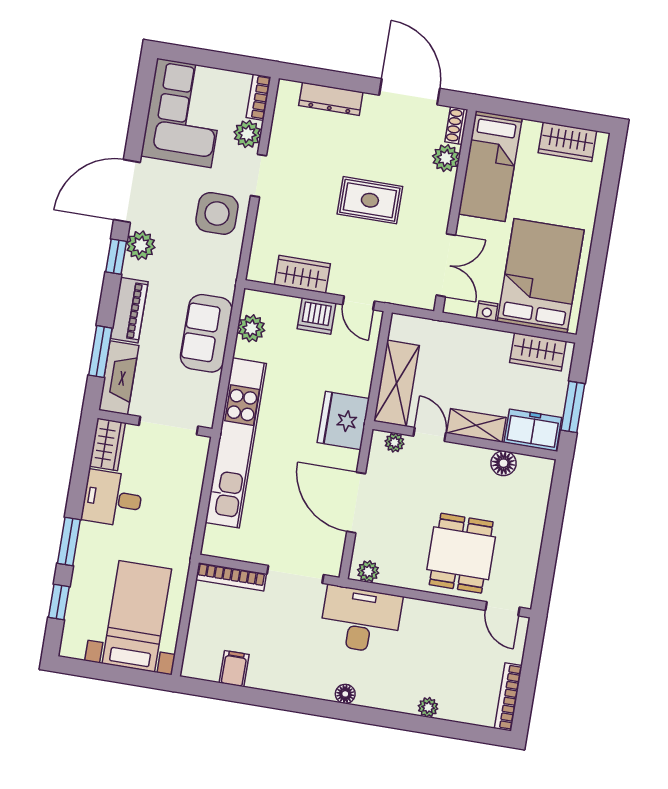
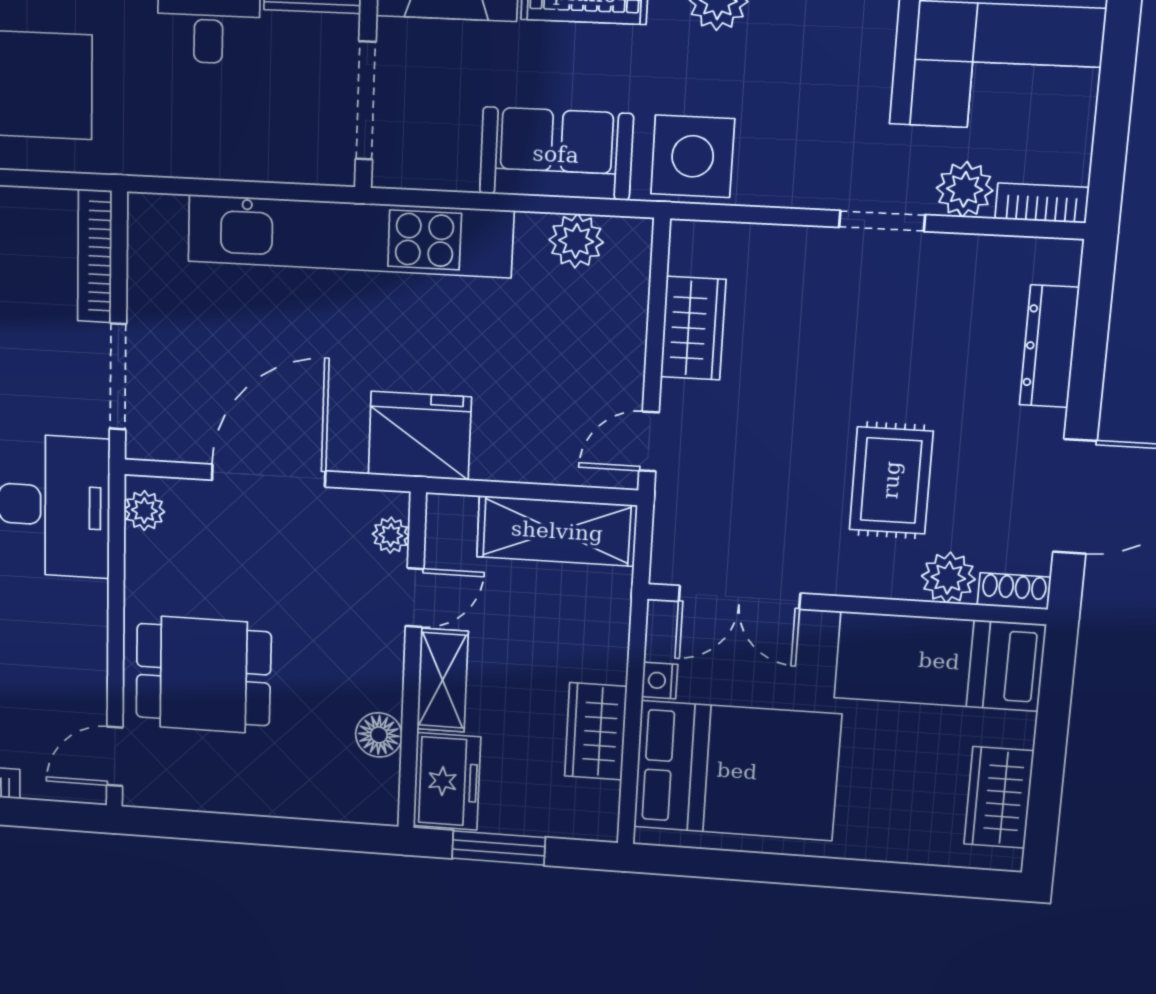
rug: (370, 200) -> (891, 480), moved
side table: (217, 213) -> (693, 156), moved
dishwasher: (316, 316) -> (615, 364), removed
wardrobe: (538, 352) -> (596, 731), moved
shelving: (397, 383) -> (557, 531), moved

